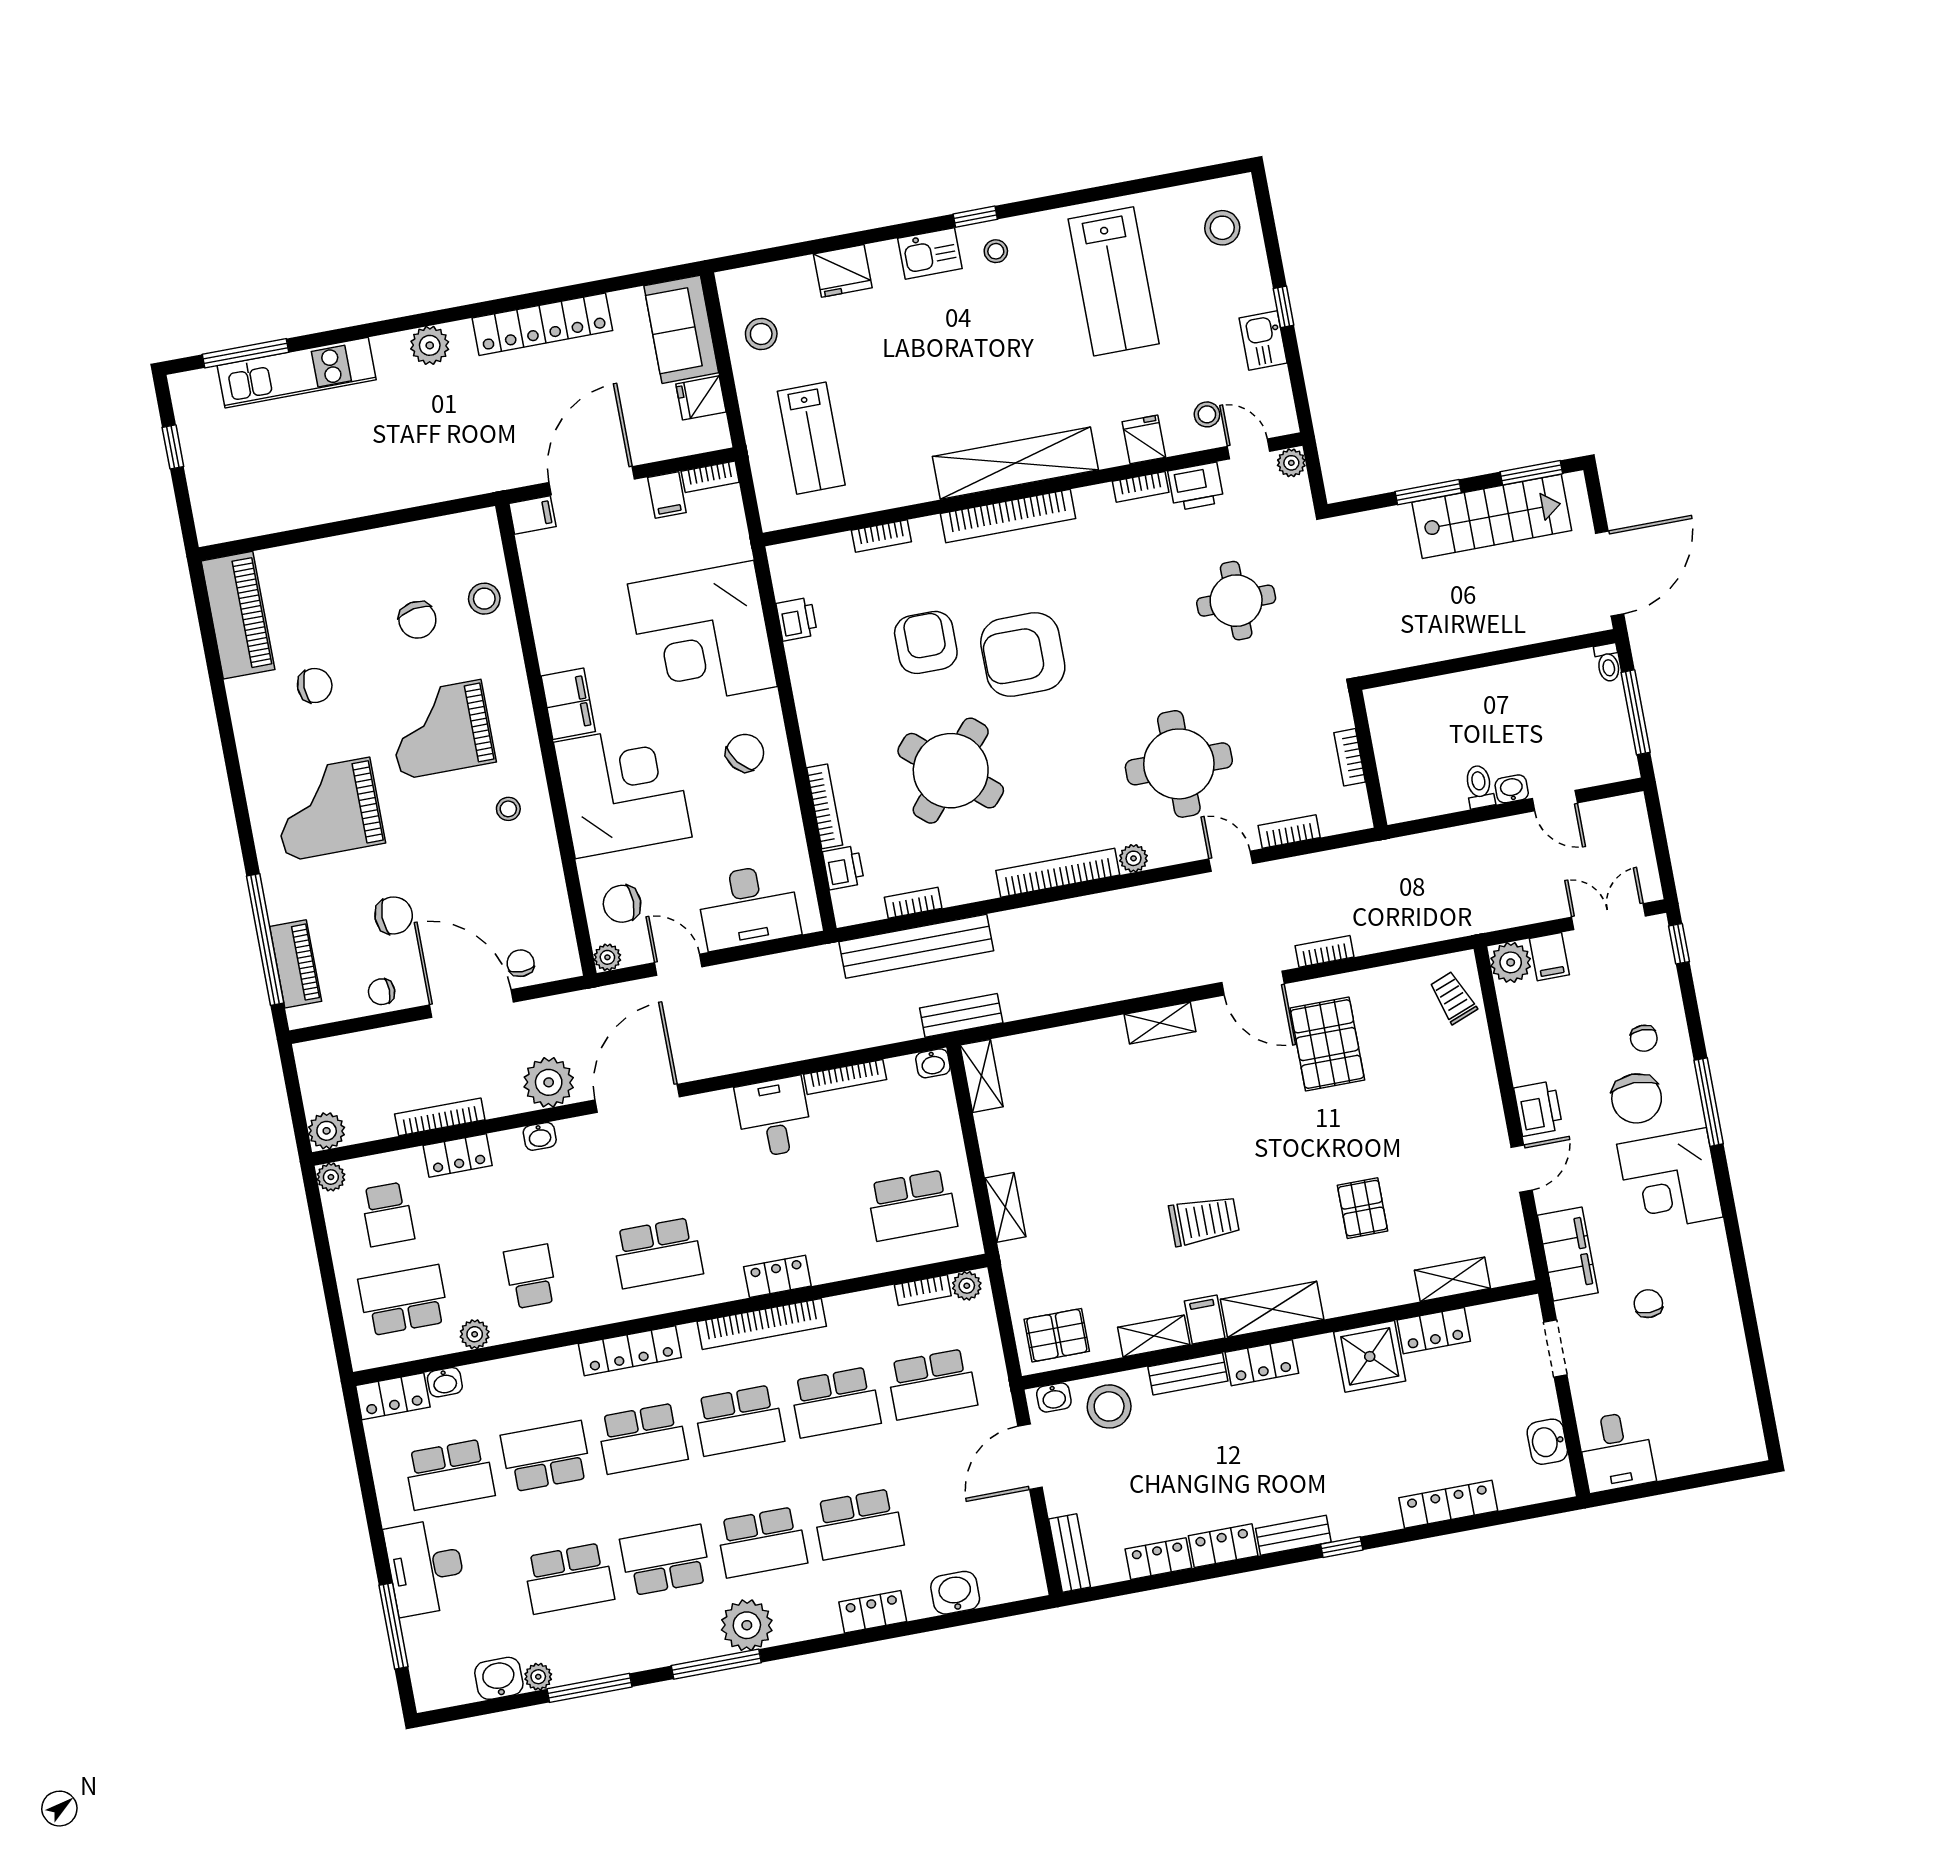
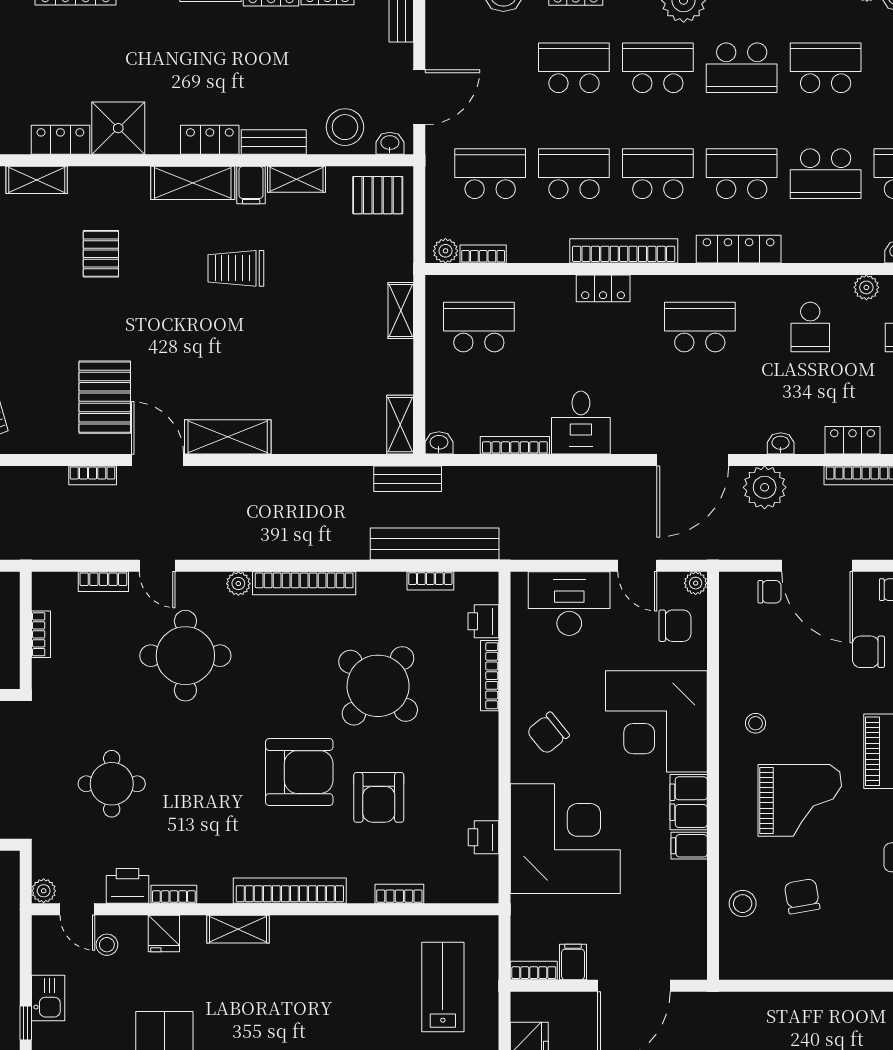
shelving: (1015, 463) -> (238, 929), width x0.45, depth x0.75
filing cabinet: (532, 515) -> (689, 846), moved
chair: (521, 963) -> (769, 592), turned -90
shelving: (1160, 1023) -> (228, 437), width x1.50, depth x1.33

